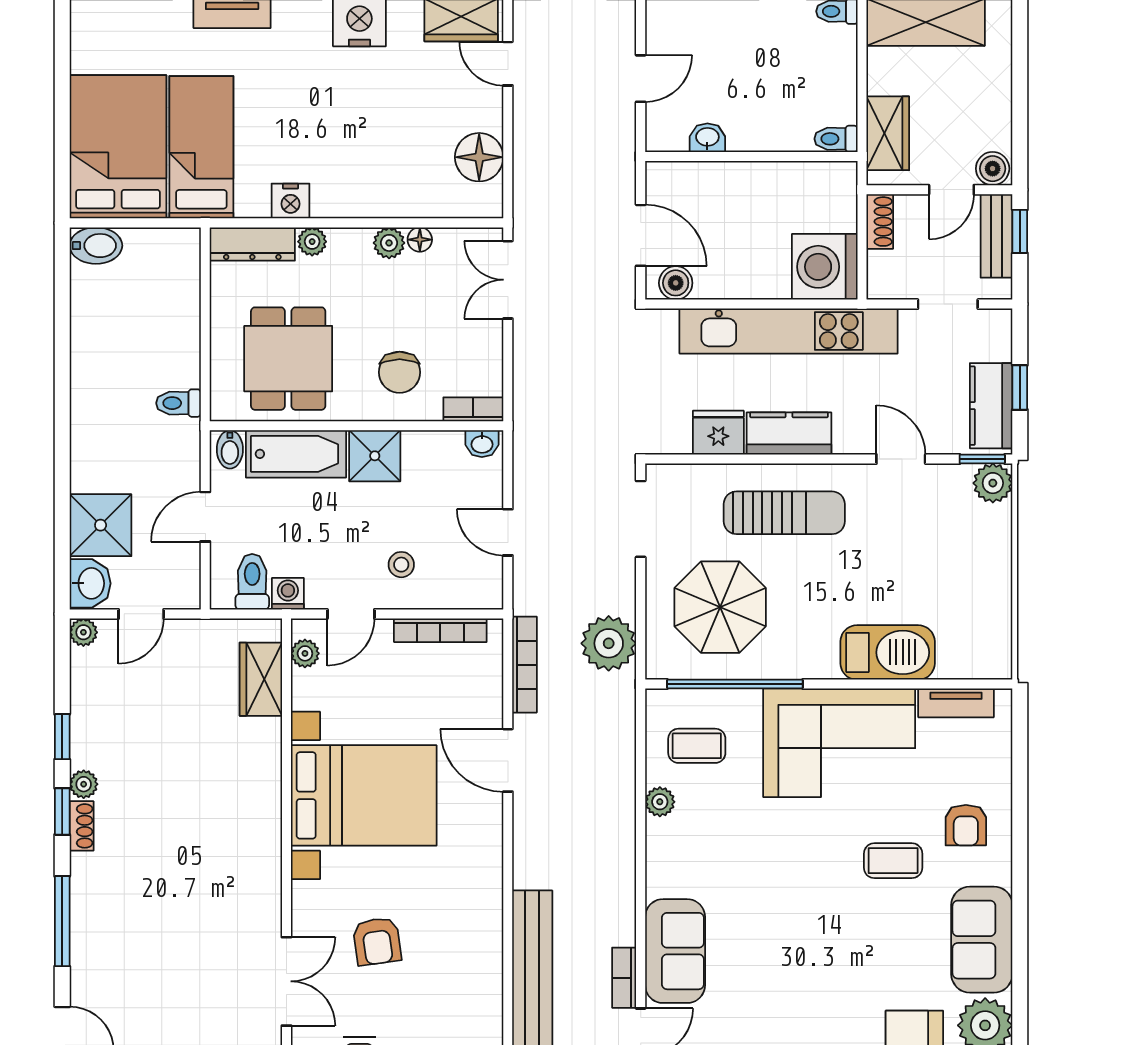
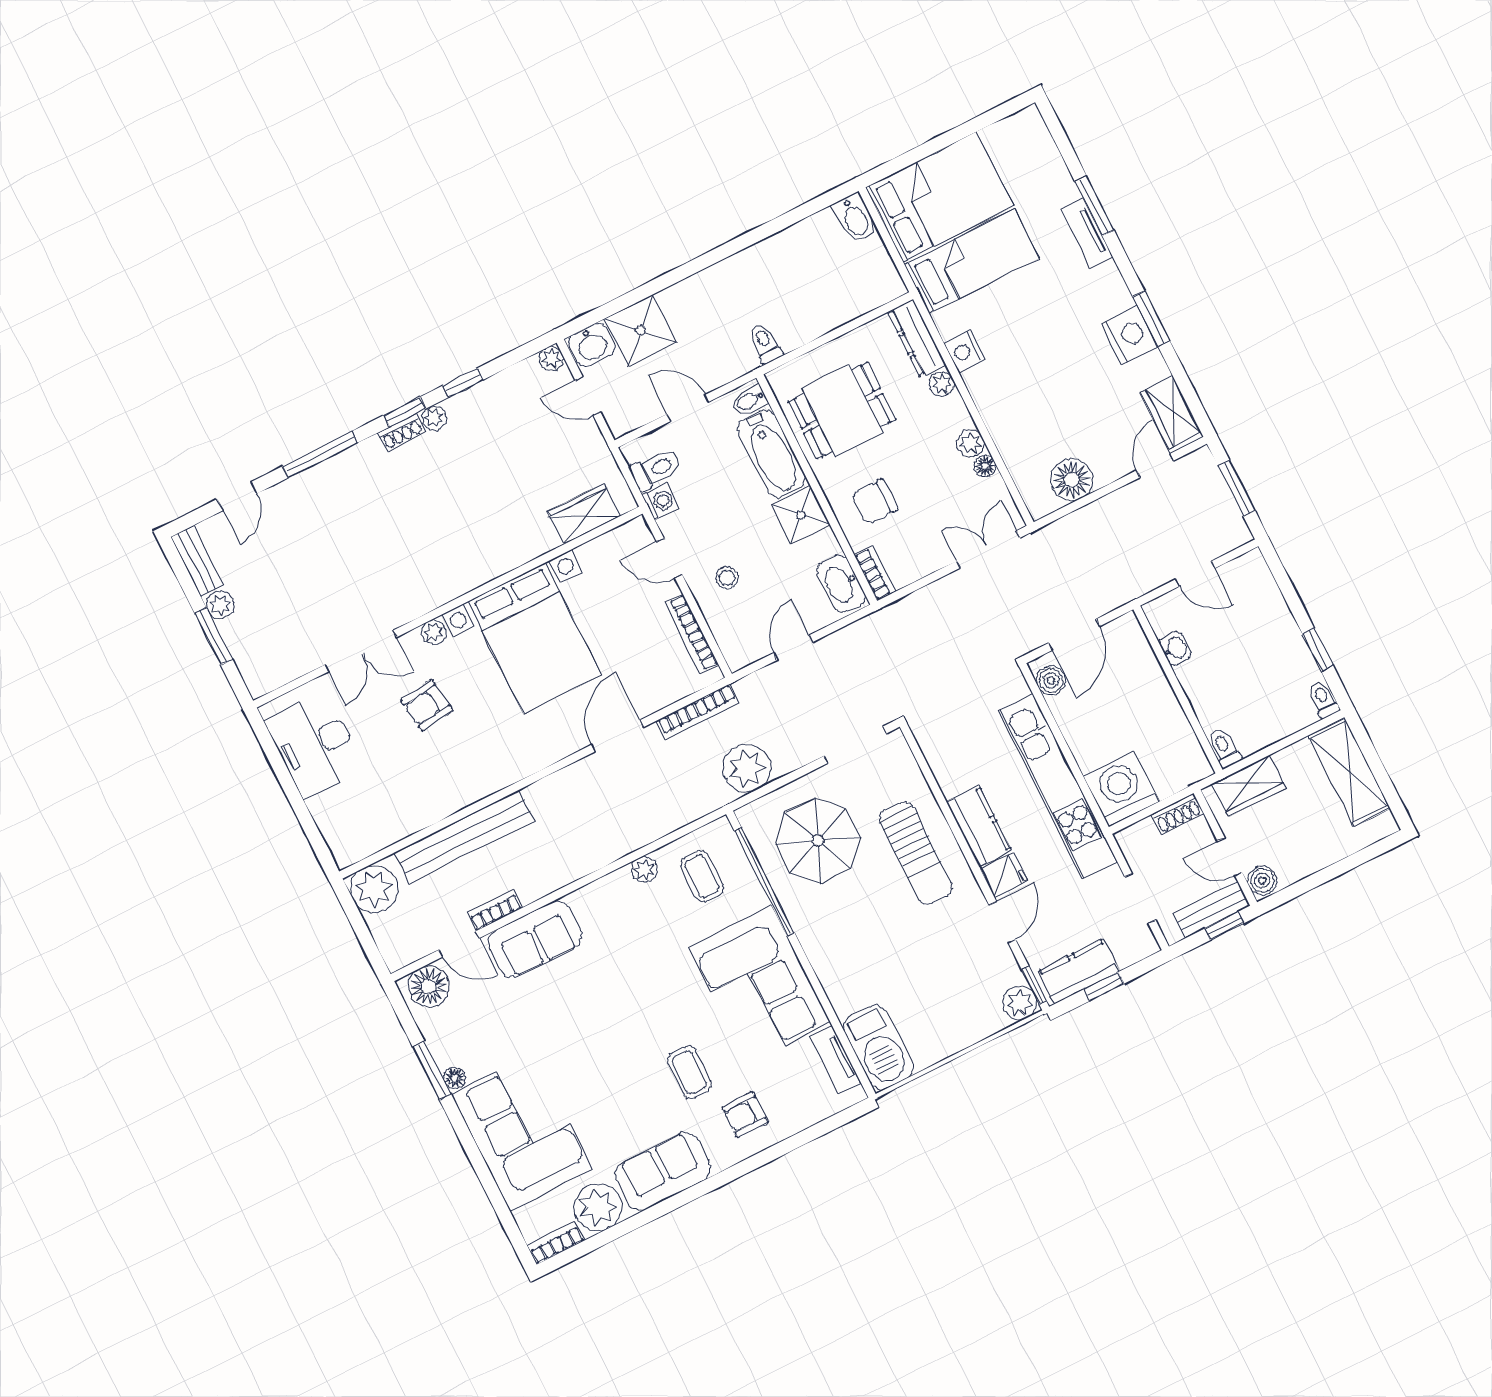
fridge: (718, 433) -> (1004, 875), moved, width x0.72
washbasin: (482, 444) -> (841, 584), width x1.91, depth x1.45
barbecue: (888, 652) -> (878, 1047), moved
plant: (305, 653) -> (434, 632), moved

